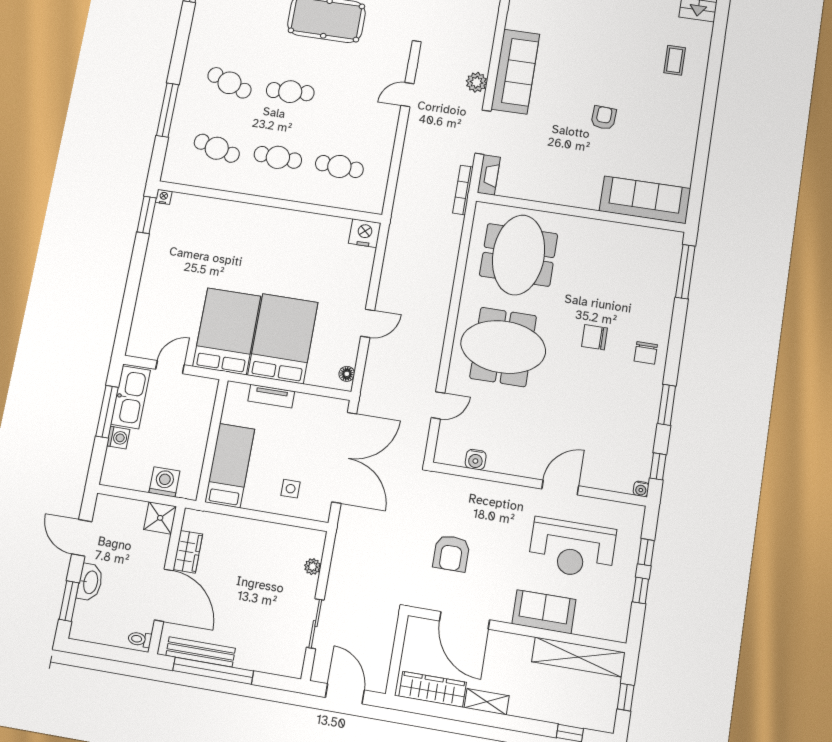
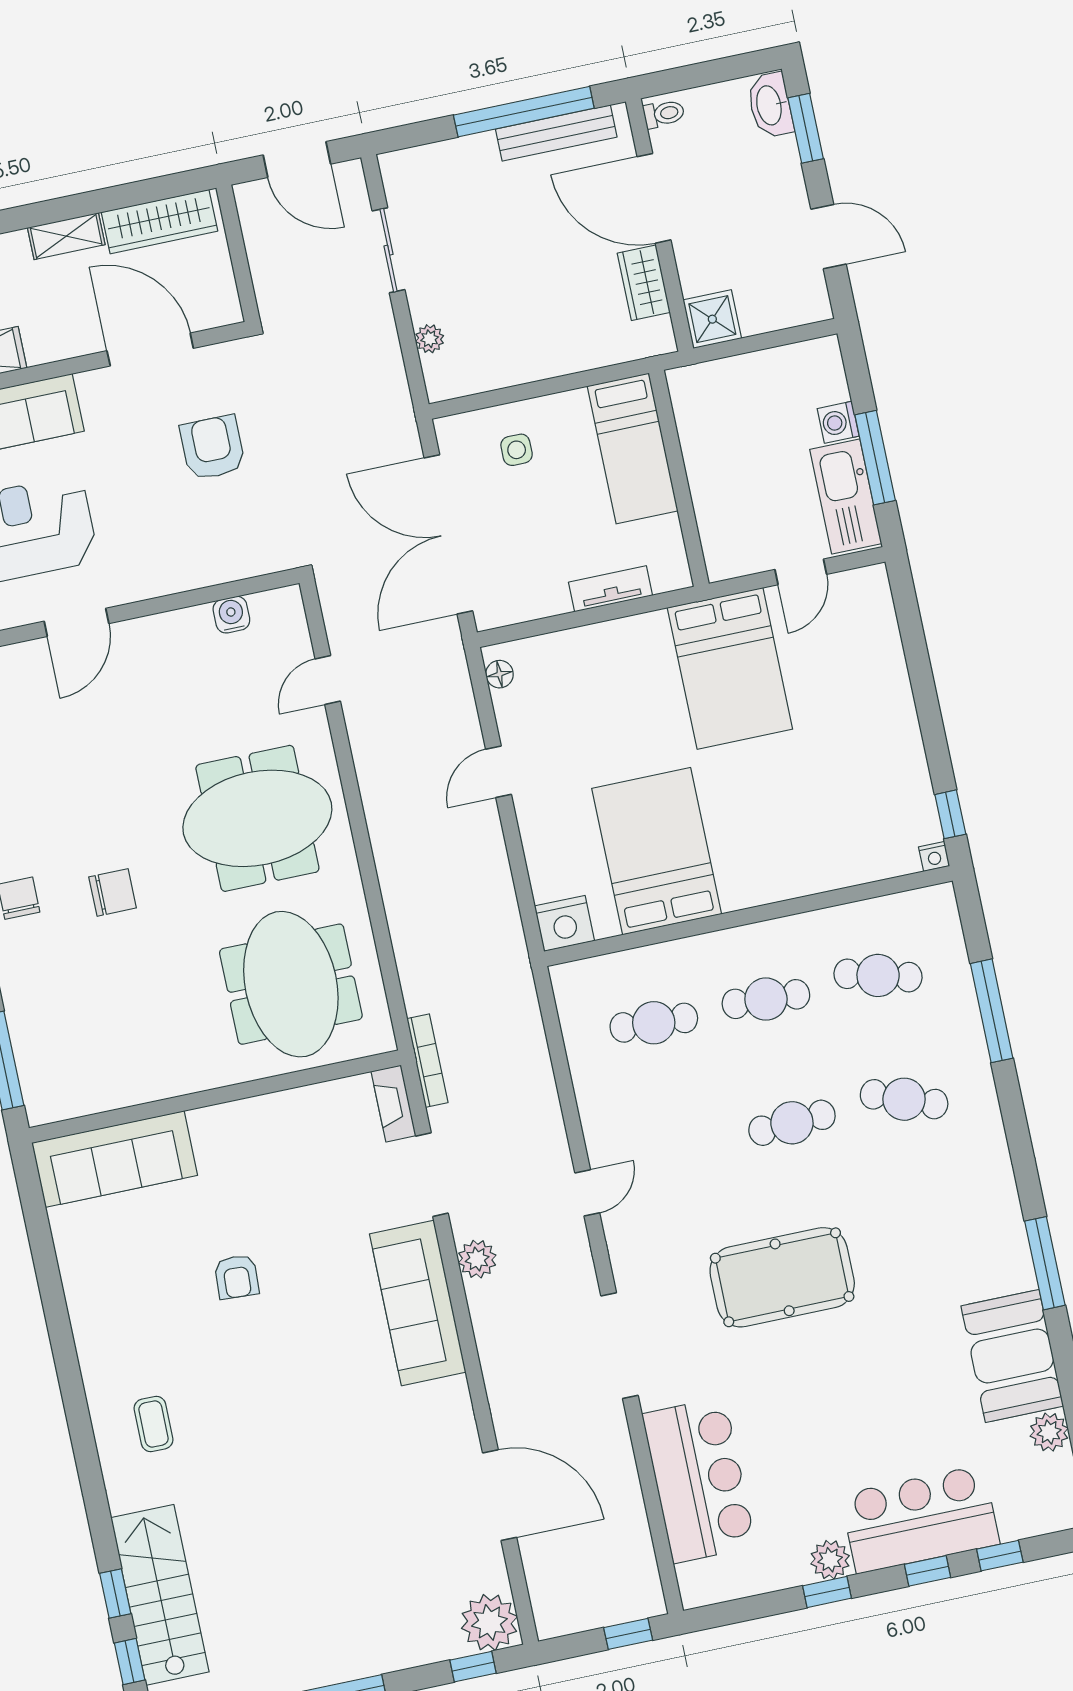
window: (147, 215) -> (950, 814), width x0.67
bed: (283, 339) -> (657, 851), moved, turned 180
washing machine: (164, 482) -> (730, 380), removed
washbasin: (90, 582) -> (770, 105), moved

